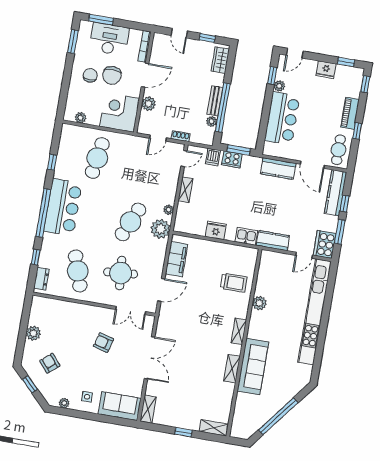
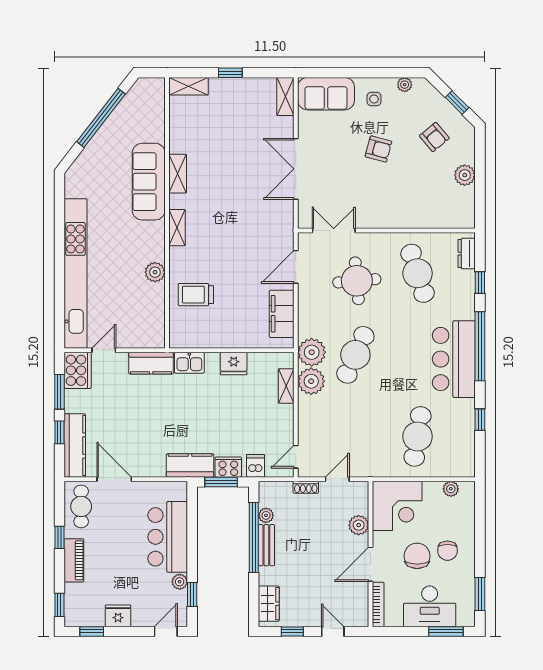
kitchen counter: (278, 169) -> (190, 465), moved
shelving: (185, 190) -> (286, 386), moved
plant: (169, 210) -> (311, 381), width x1.87, depth x1.87
armchair: (103, 343) -> (378, 149), moved

